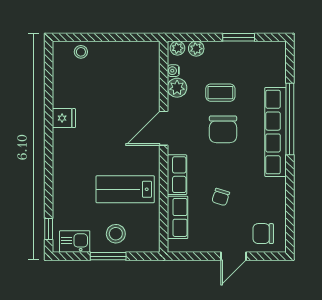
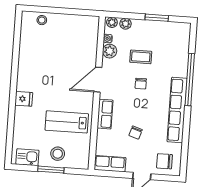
fridge: (64, 118) -> (24, 99), moved
chair: (223, 129) -> (141, 84), width x0.54, depth x0.54
row of seats: (276, 132) -> (177, 110), moved
row of seats: (178, 217) -> (110, 164), moved, turned -90
window: (49, 229) -> (9, 147), removed

